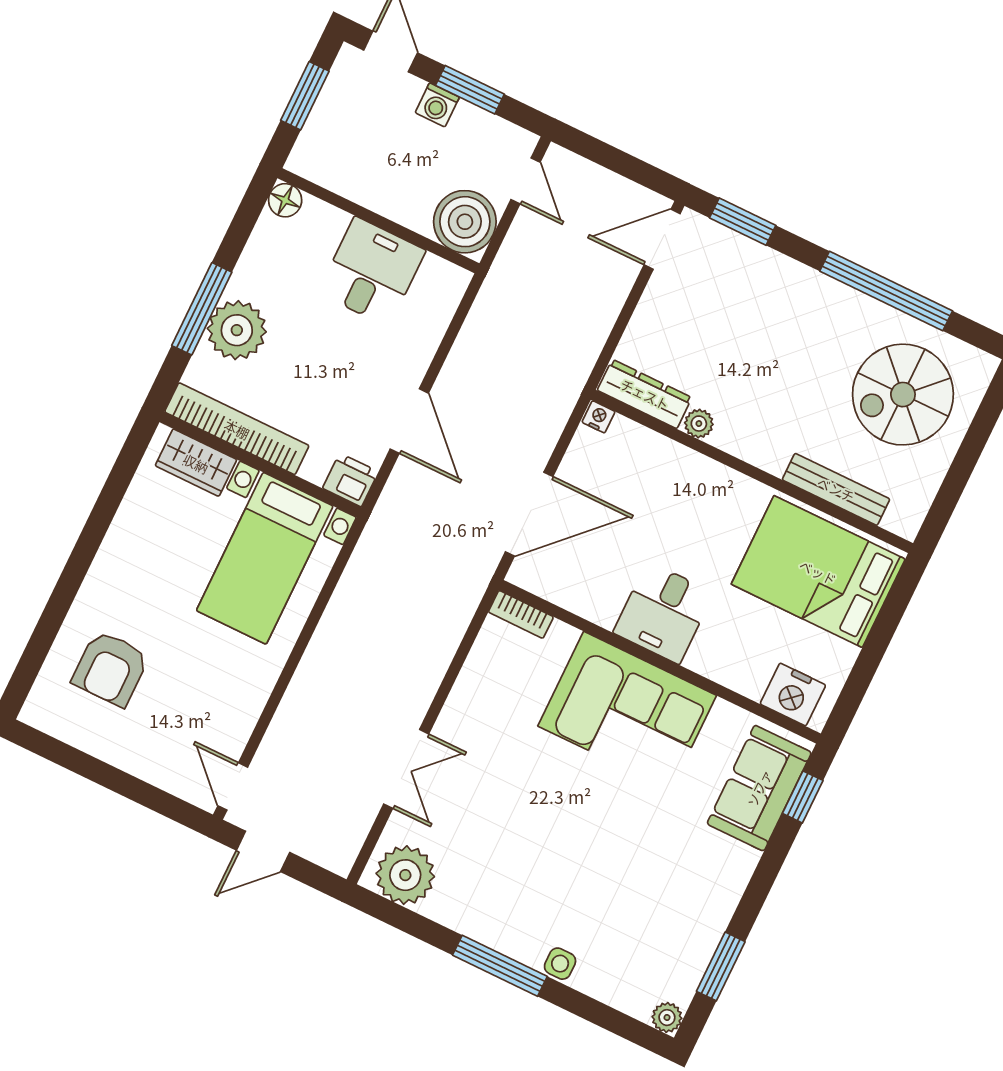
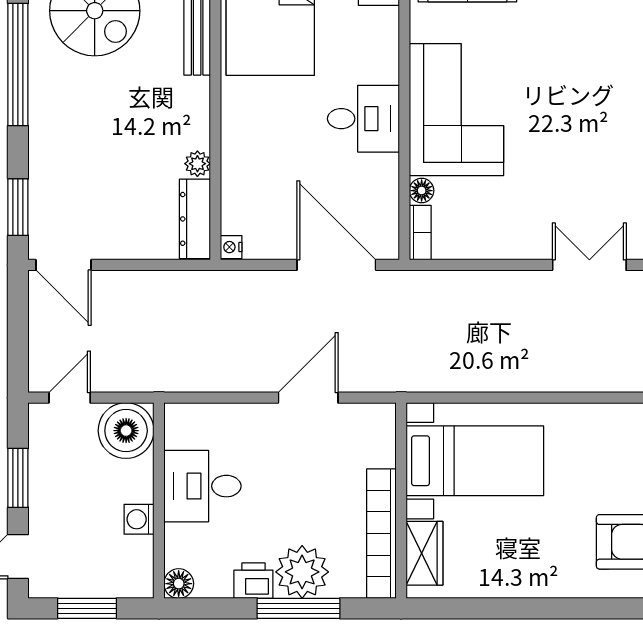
washing machine: (437, 105) -> (139, 519), moved, turned 180
printer: (350, 480) -> (253, 581), moved, turned 90
floor lamp: (563, 636) -> (422, 191), added

